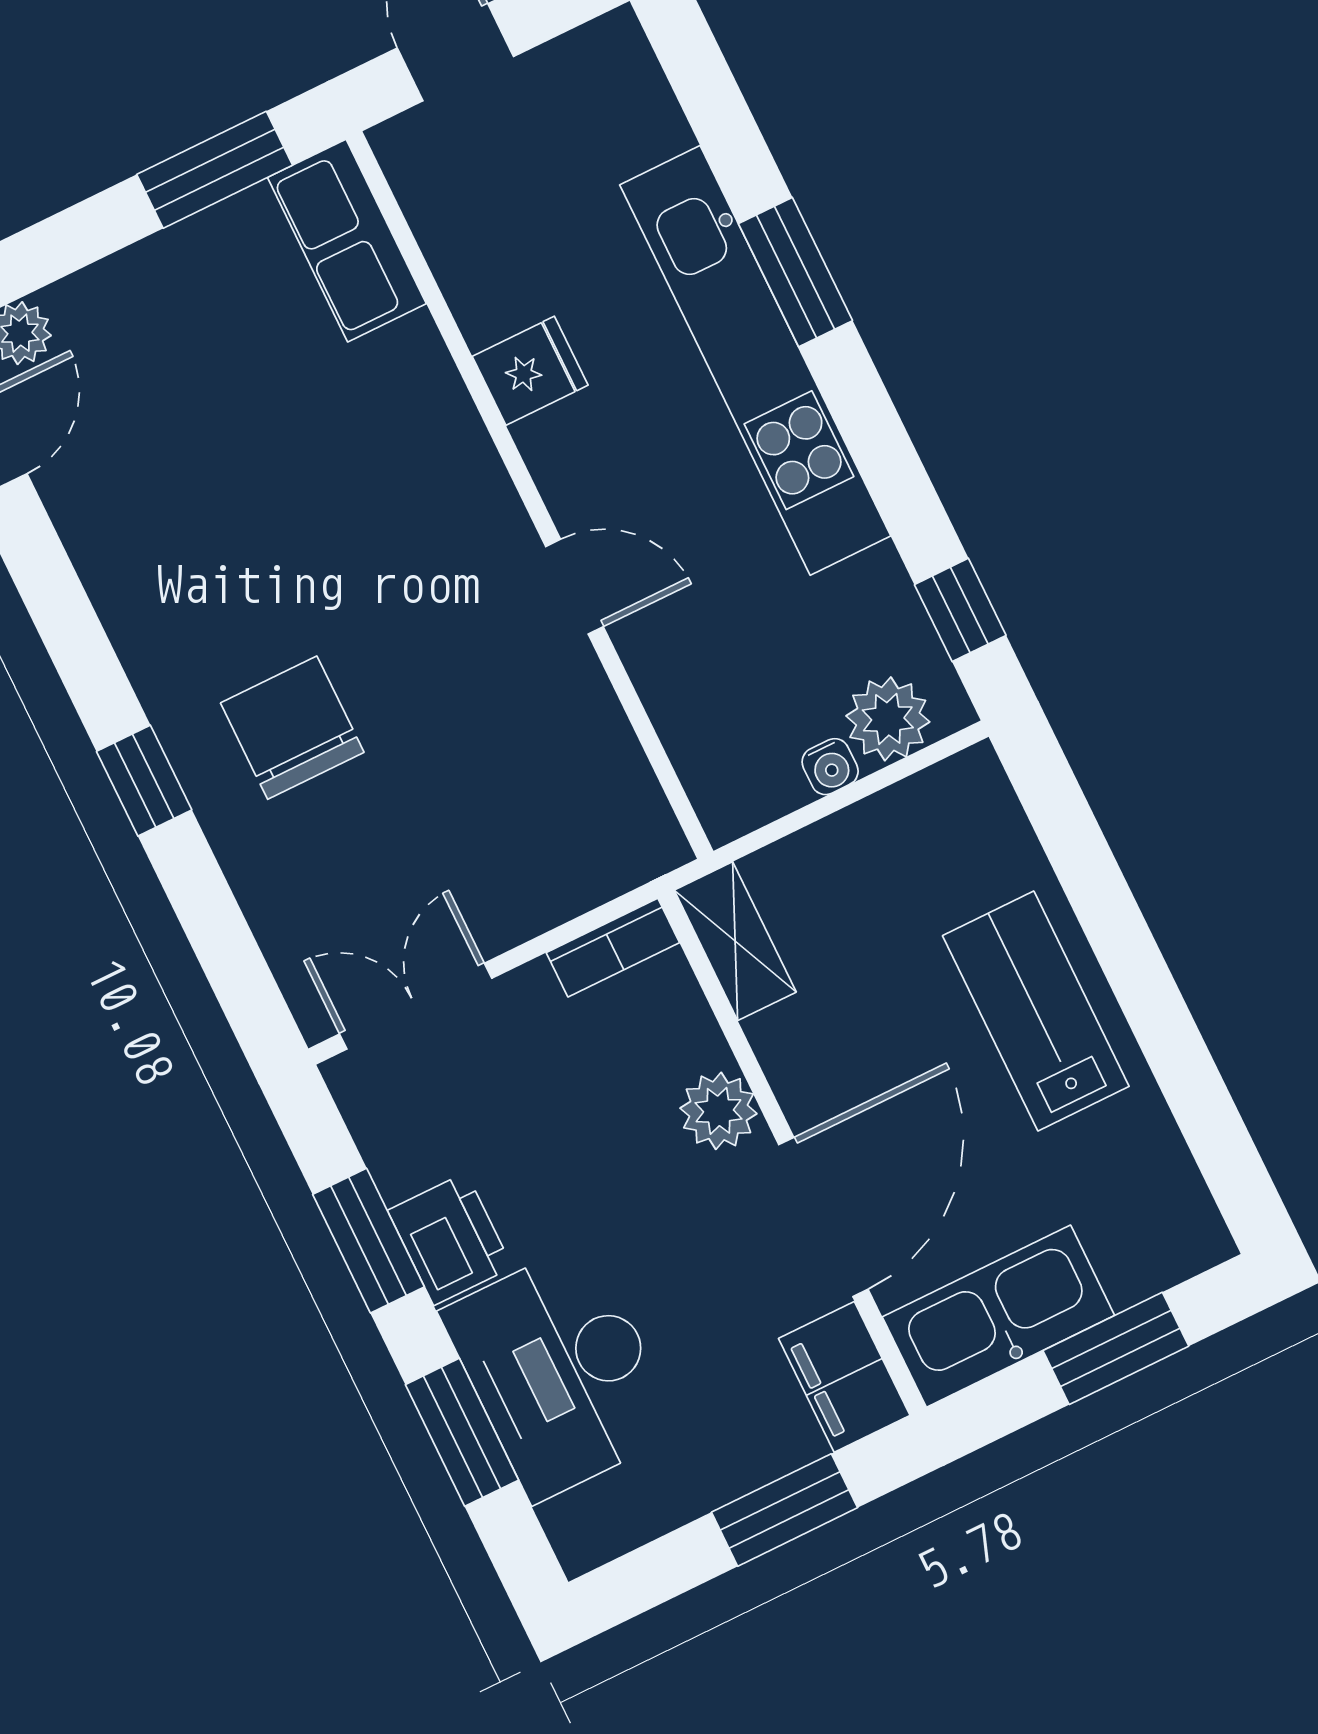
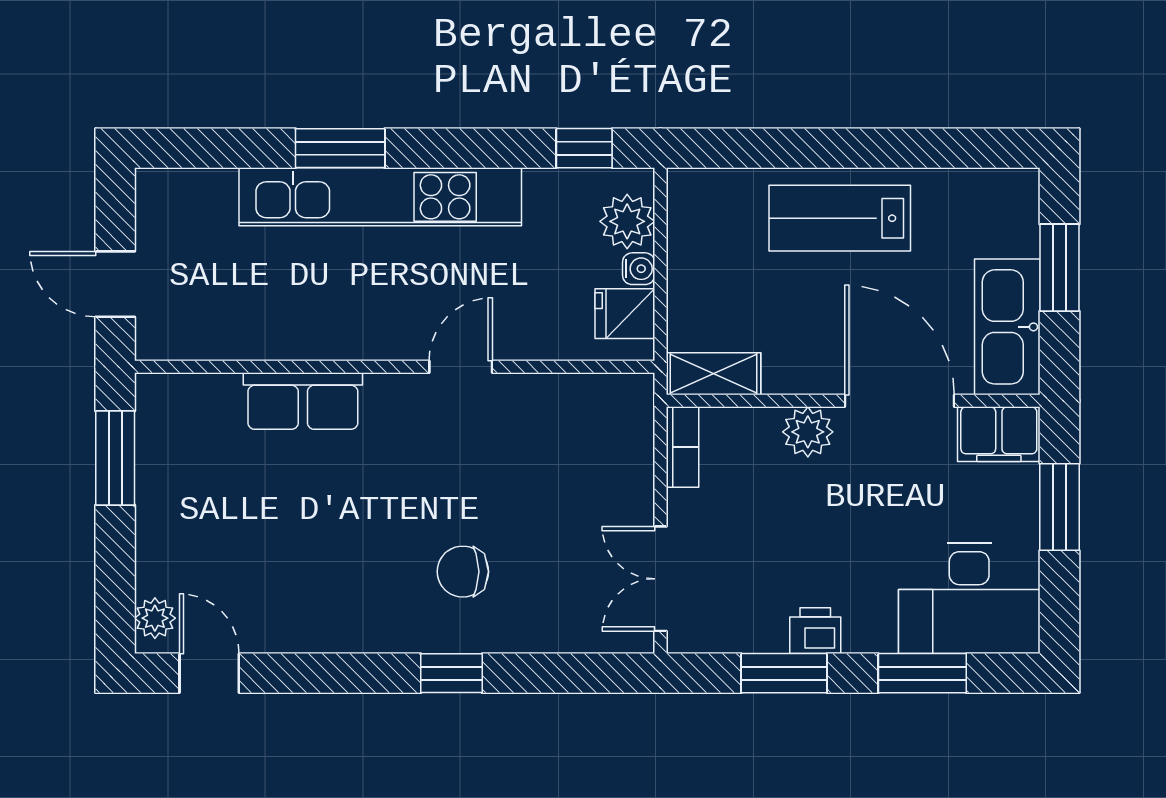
row of seats: (347, 241) -> (303, 401), moved
fridge: (530, 371) -> (625, 314), moved, turned -90
chair: (292, 728) -> (463, 572), width x0.73, depth x0.73
printer: (450, 1239) -> (815, 631), width x0.73, depth x0.81
desk: (561, 1371) -> (969, 598), moved

